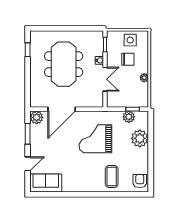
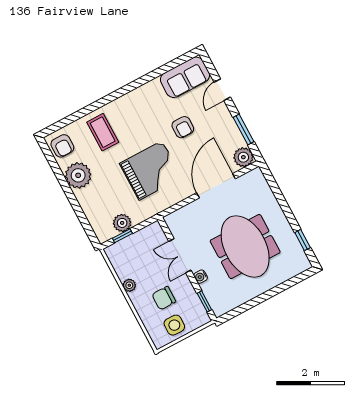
plant: (140, 138) -> (78, 175), moved
armchair: (63, 154) -> (183, 127), added

